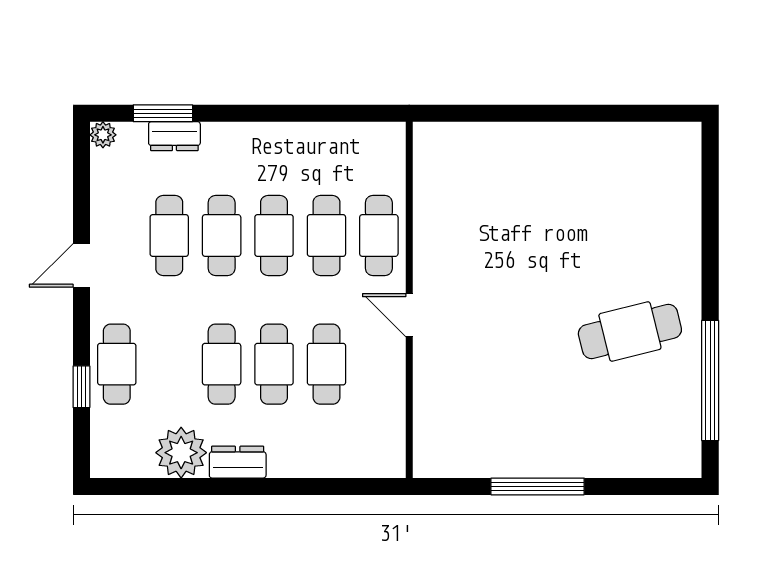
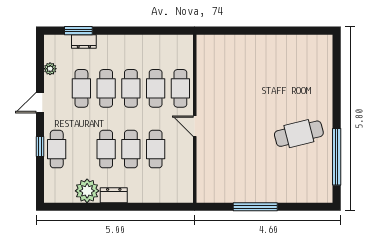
plant: (103, 135) -> (50, 69), moved
window: (81, 387) -> (40, 146), moved

